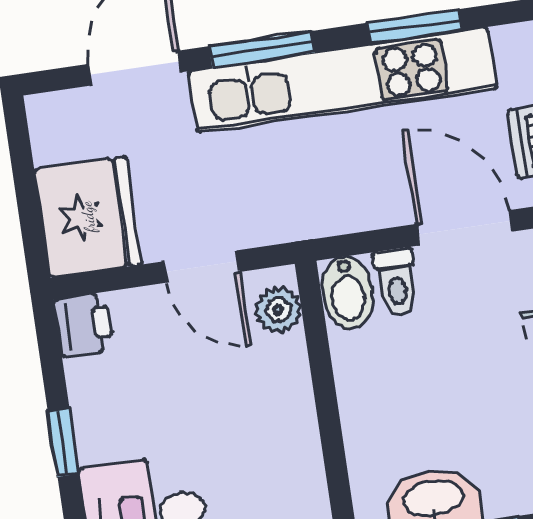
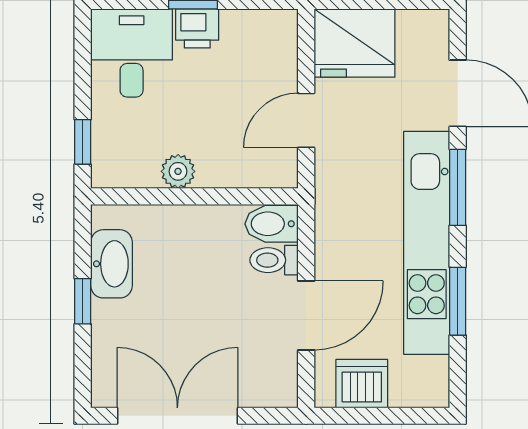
plant: (278, 310) -> (178, 171), moved
printer: (84, 325) -> (197, 28), moved

